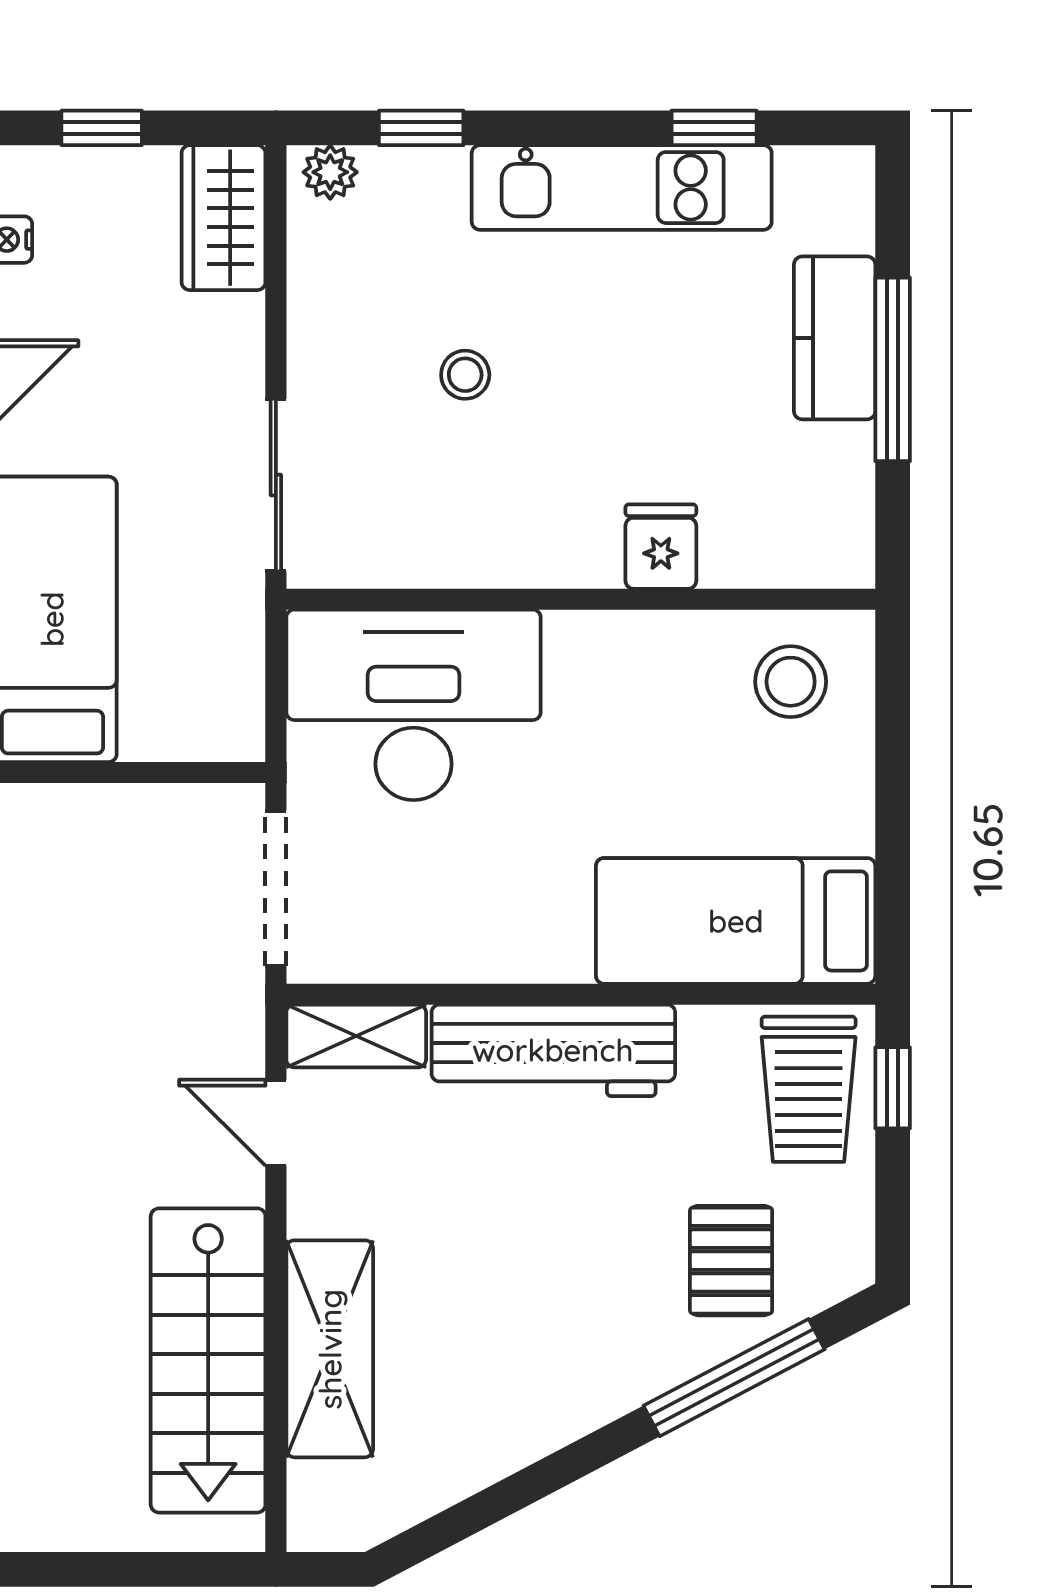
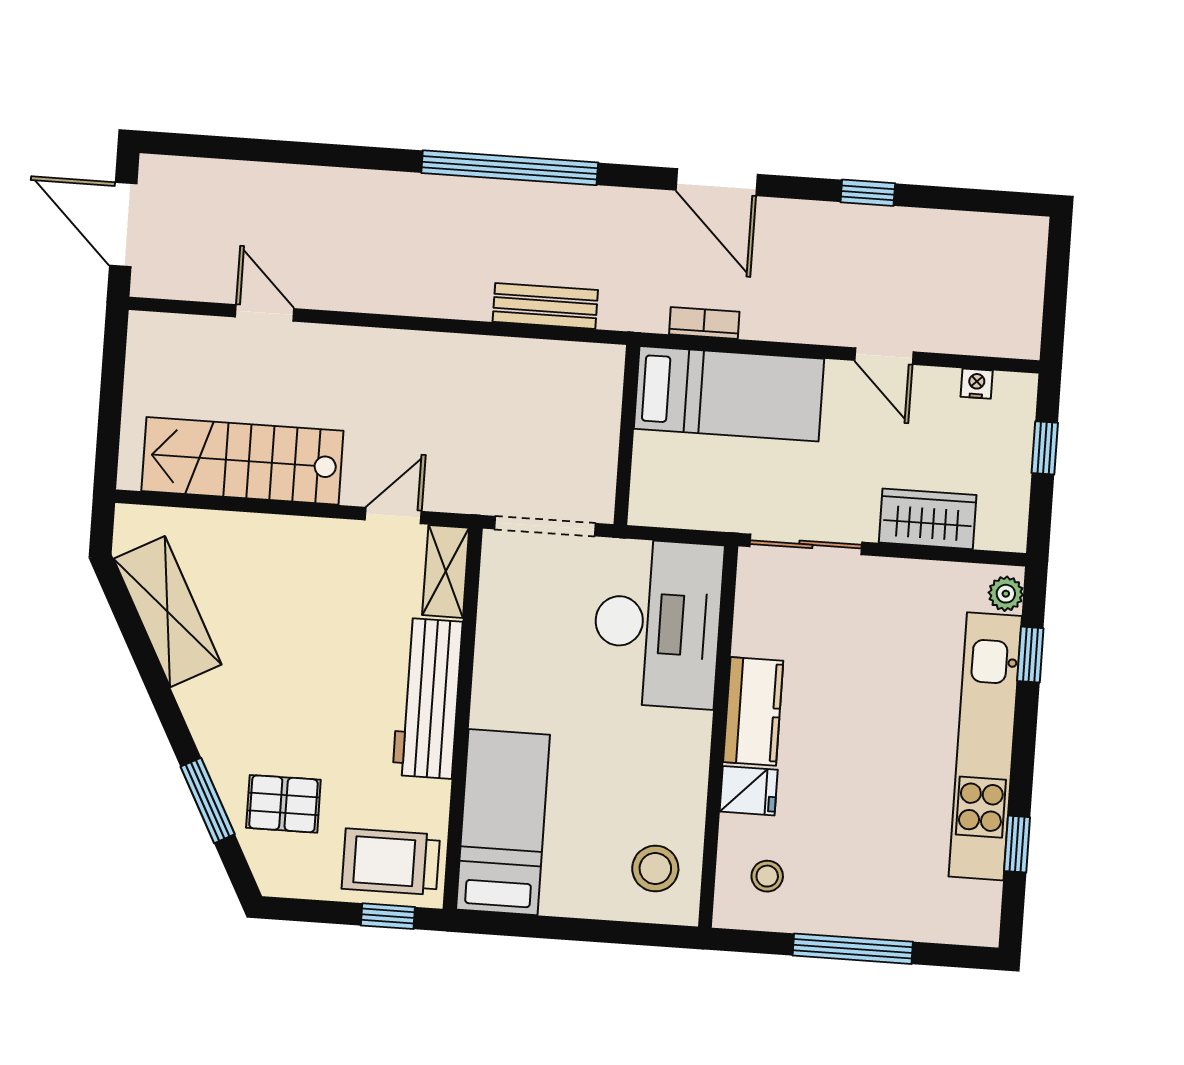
kitchen unit: (622, 188) -> (985, 746), width x1.36
wardrobe: (224, 218) -> (928, 519), moved
kitchen counter: (835, 338) -> (753, 711), moved, turned 90
stool: (465, 375) -> (767, 876), moved
shelving: (330, 1349) -> (168, 612), moved, turned 62
window: (734, 1378) -> (208, 800), width x0.69

